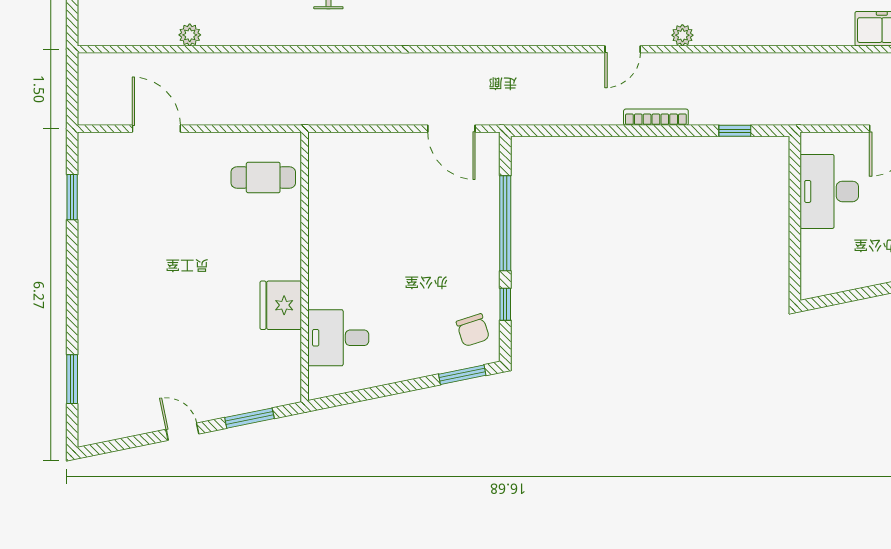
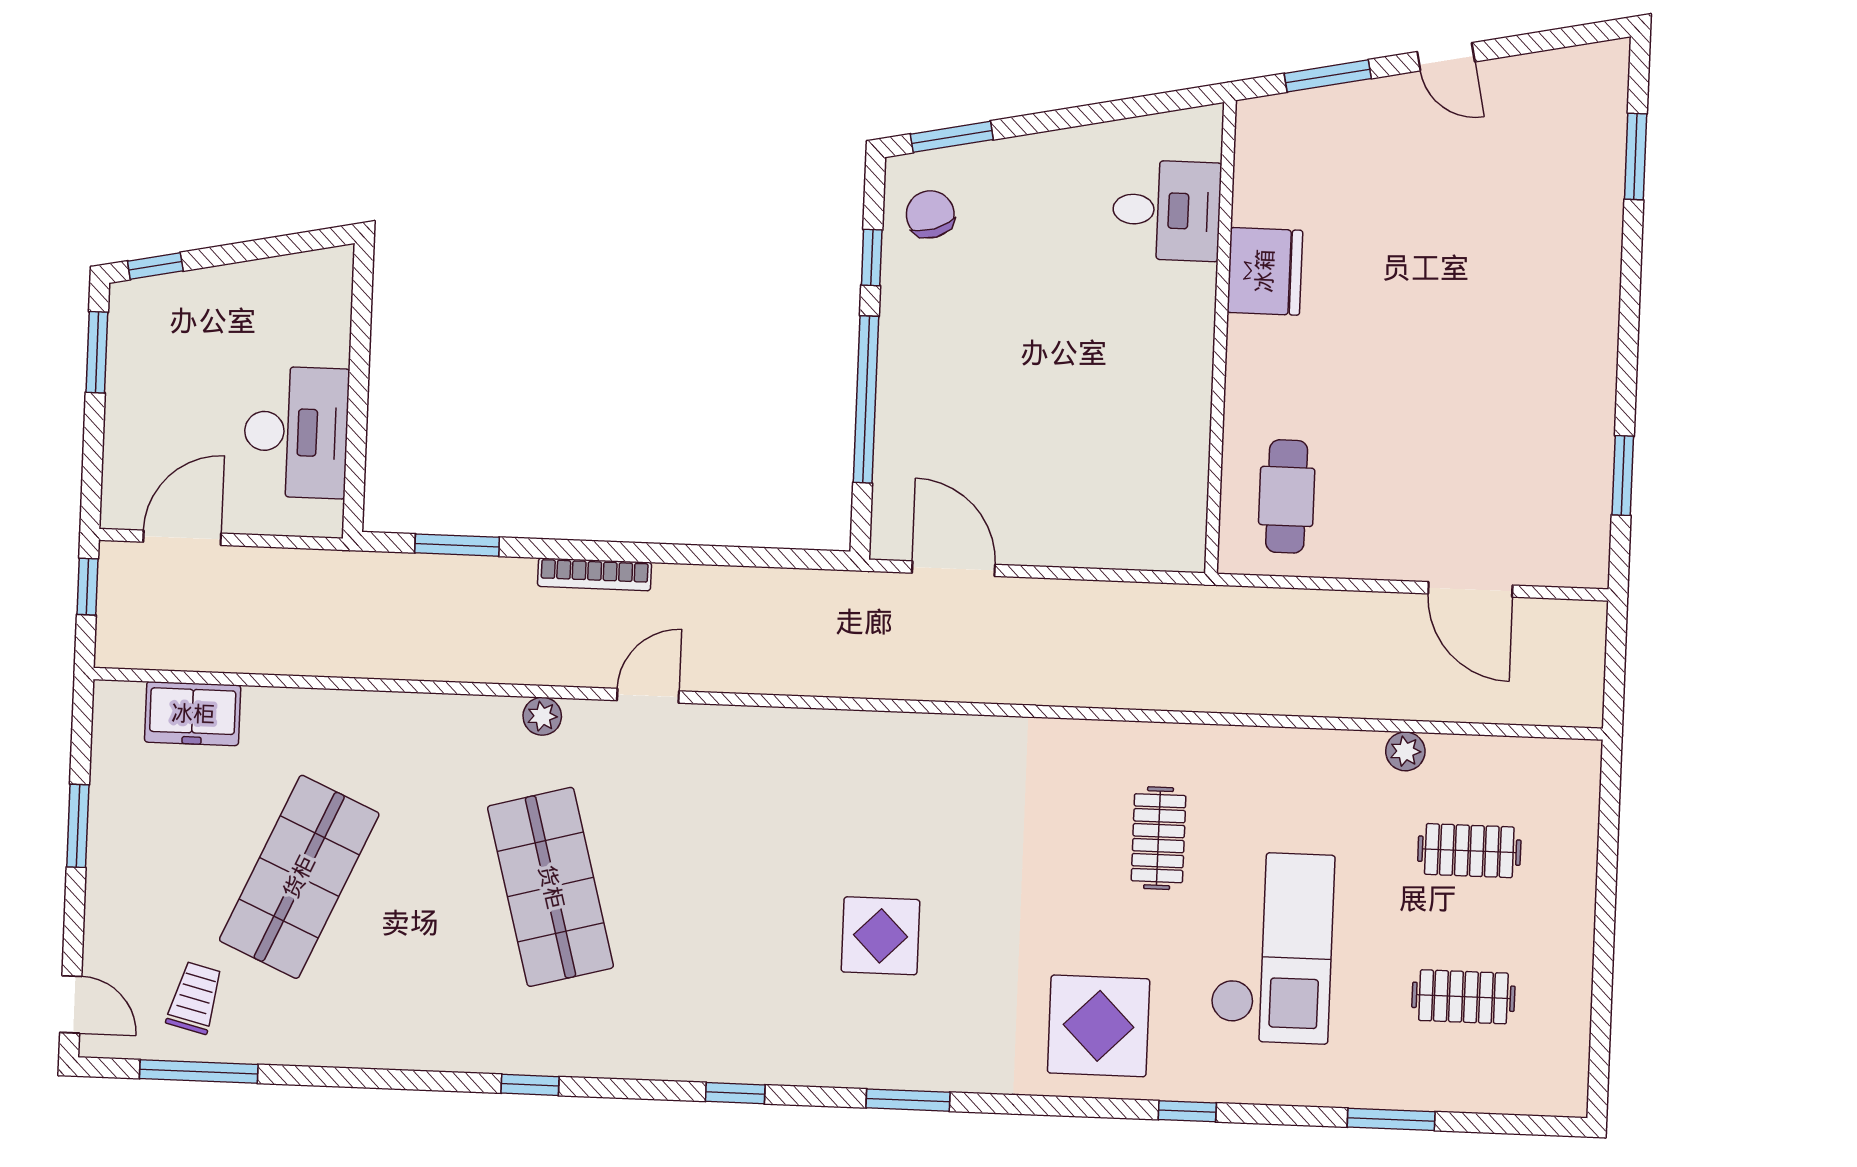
window: (735, 131) -> (457, 545), width x1.50
cafe table: (263, 177) -> (1287, 496), turned 90

